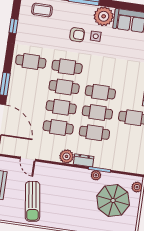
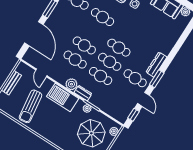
cafe table: (64, 87) -> (93, 31), removed
barbecue: (64, 175) -> (63, 98), added

